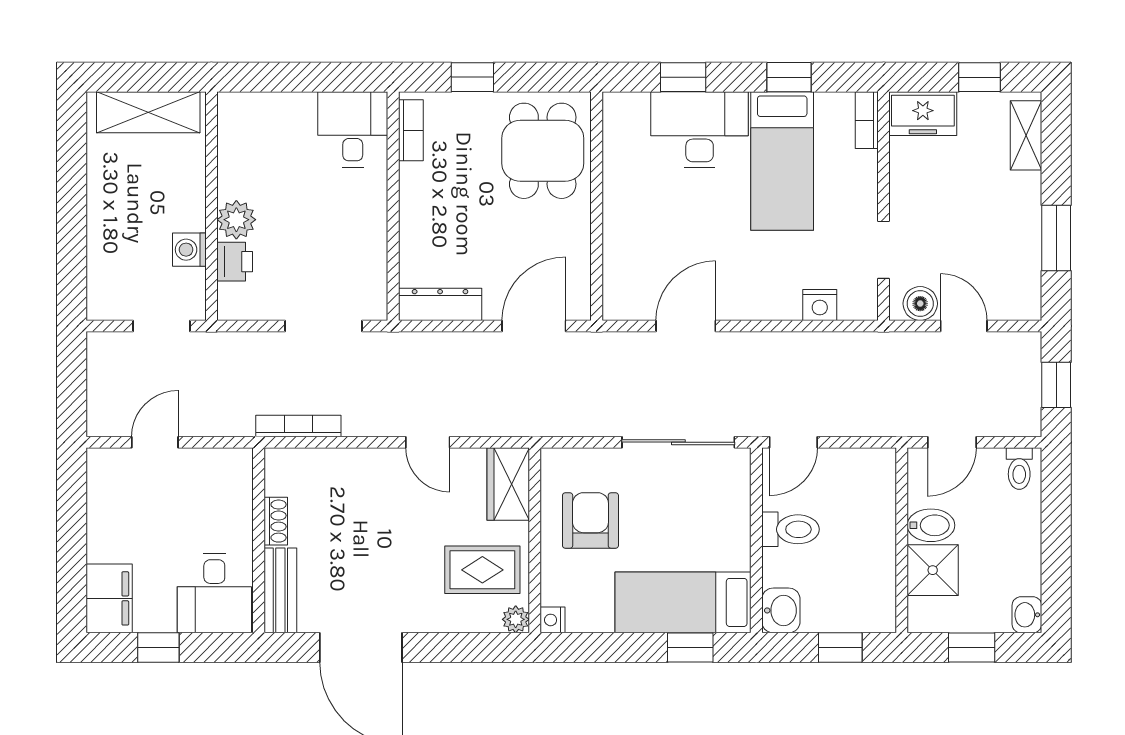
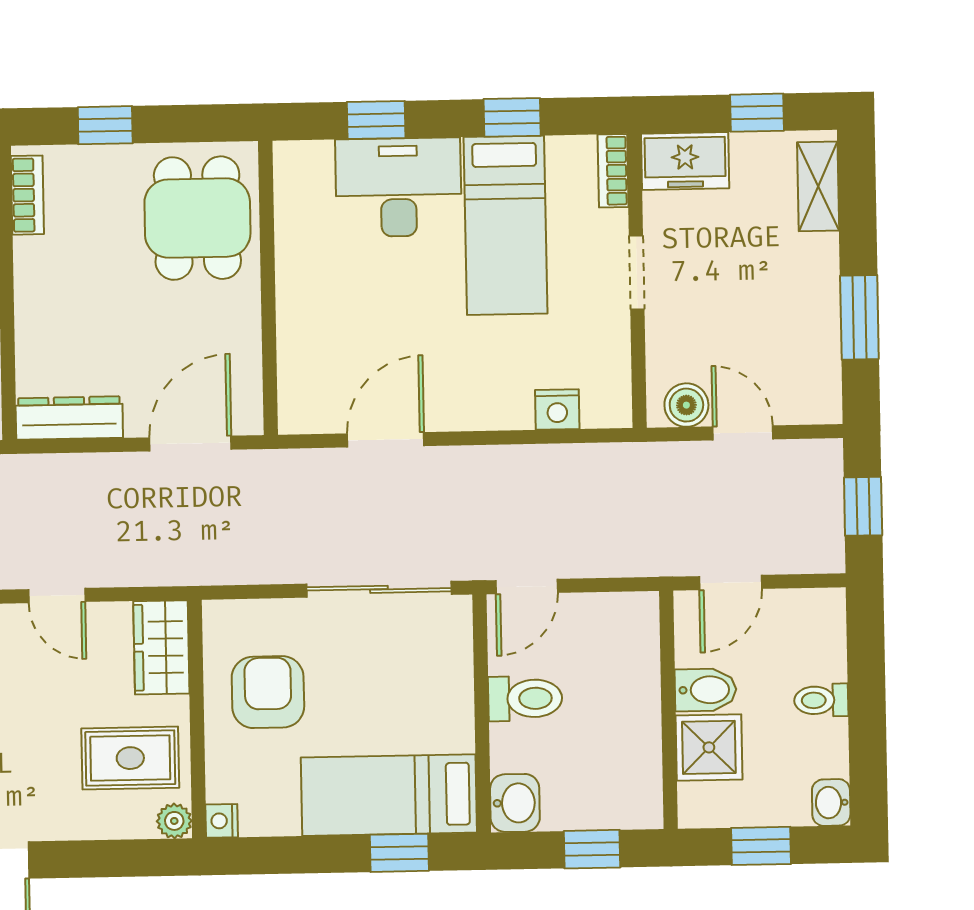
doorway: (884, 250) -> (637, 272), moved
toilet: (1019, 469) -> (821, 700), moved, turned 90

